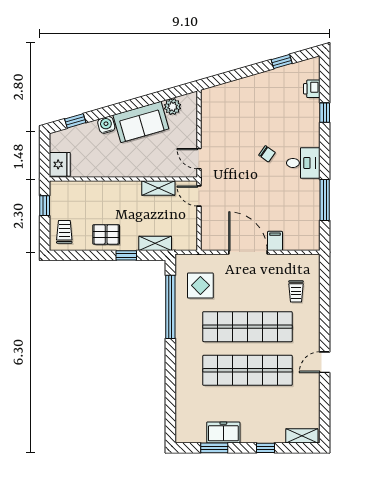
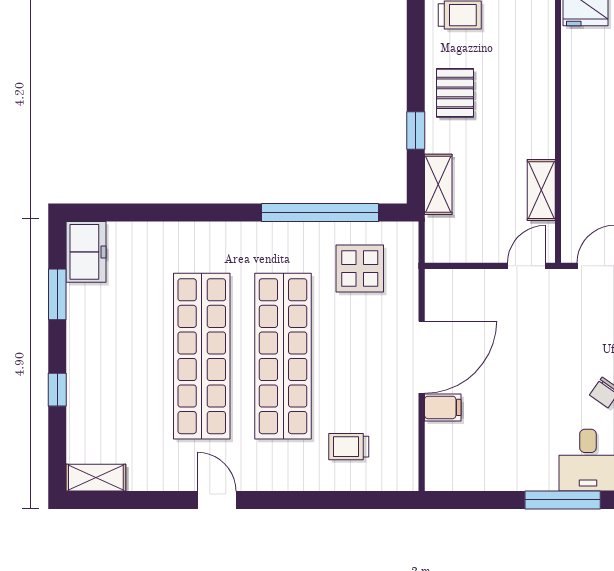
window: (325, 200) -> (563, 500), moved
freezer: (223, 432) -> (86, 252), moved
shelving: (302, 436) -> (96, 478), moved, turned 90

